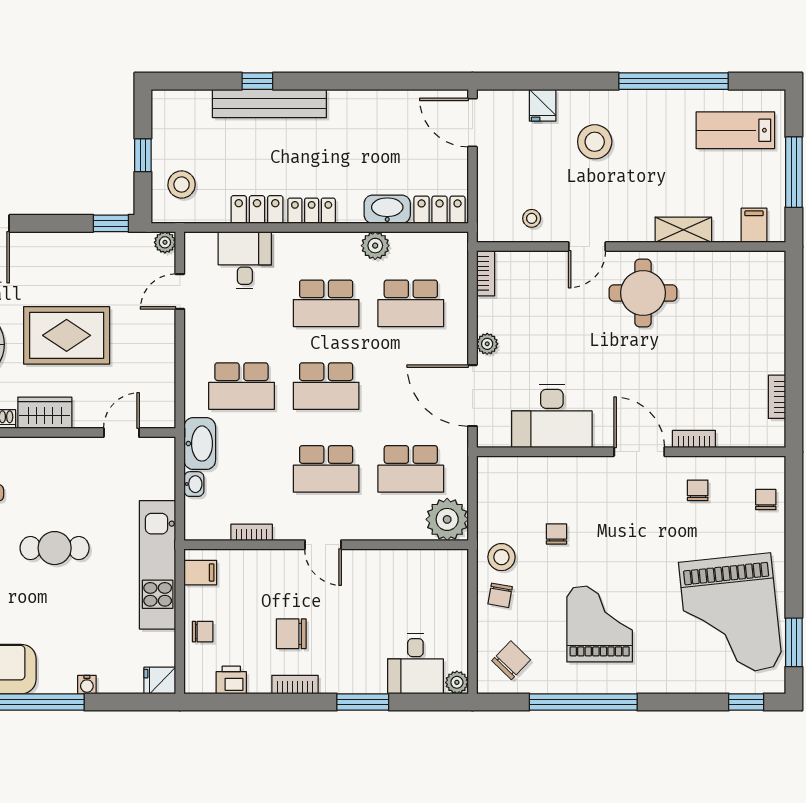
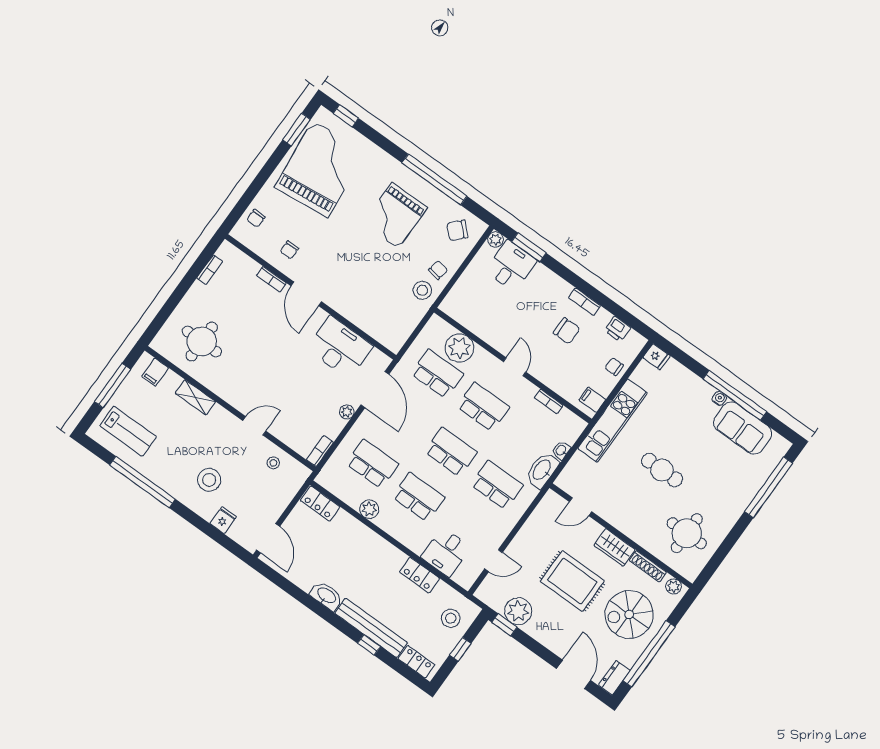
washbasin: (387, 209) -> (326, 596), moved, turned 180
locker: (312, 211) -> (416, 662), moved, turned 180
plant: (165, 242) -> (518, 611), moved, width x1.87, depth x1.87
round table: (643, 293) -> (202, 341), moved
plant: (447, 519) -> (459, 348), moved
chair: (556, 534) -> (383, 281), removed
water cooler: (87, 685) -> (719, 398), moved
window: (363, 702) -> (529, 247), moved

